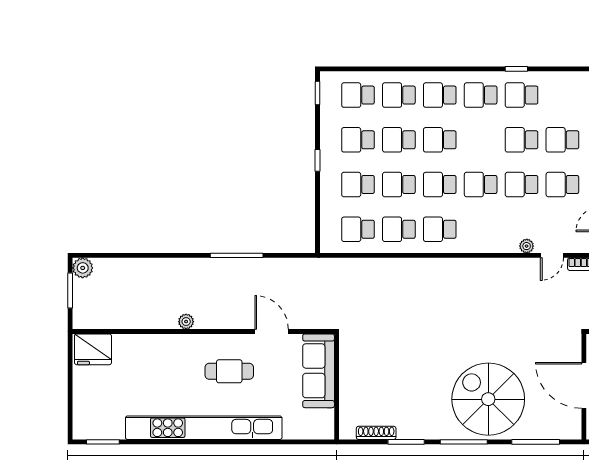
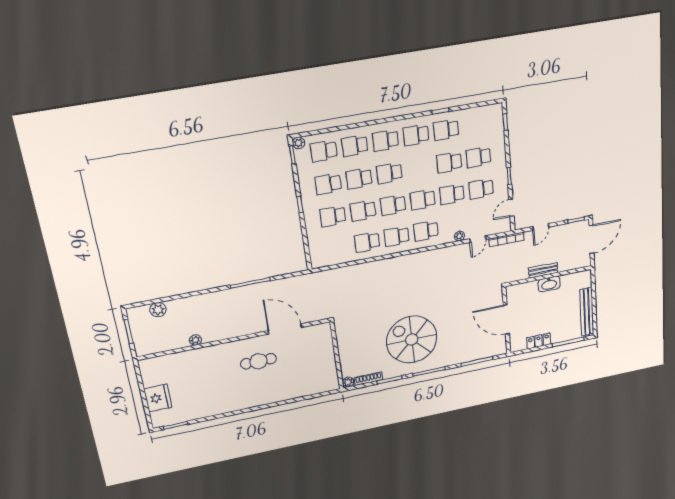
plant: (327, 79) -> (299, 143), added
school desk: (358, 229) -> (426, 231), moved
plant: (83, 268) -> (158, 310), moved
plant: (186, 322) -> (195, 340), moved
door: (272, 332) -> (285, 329), width x1.36
fridge: (93, 349) -> (158, 398), moved, turned -90
sofa: (319, 371) -> (323, 348), removed
spiral stairs: (488, 399) -> (412, 340), moved
kitchen unit: (204, 428) -> (247, 401), removed
plant: (347, 432) -> (348, 382), added

